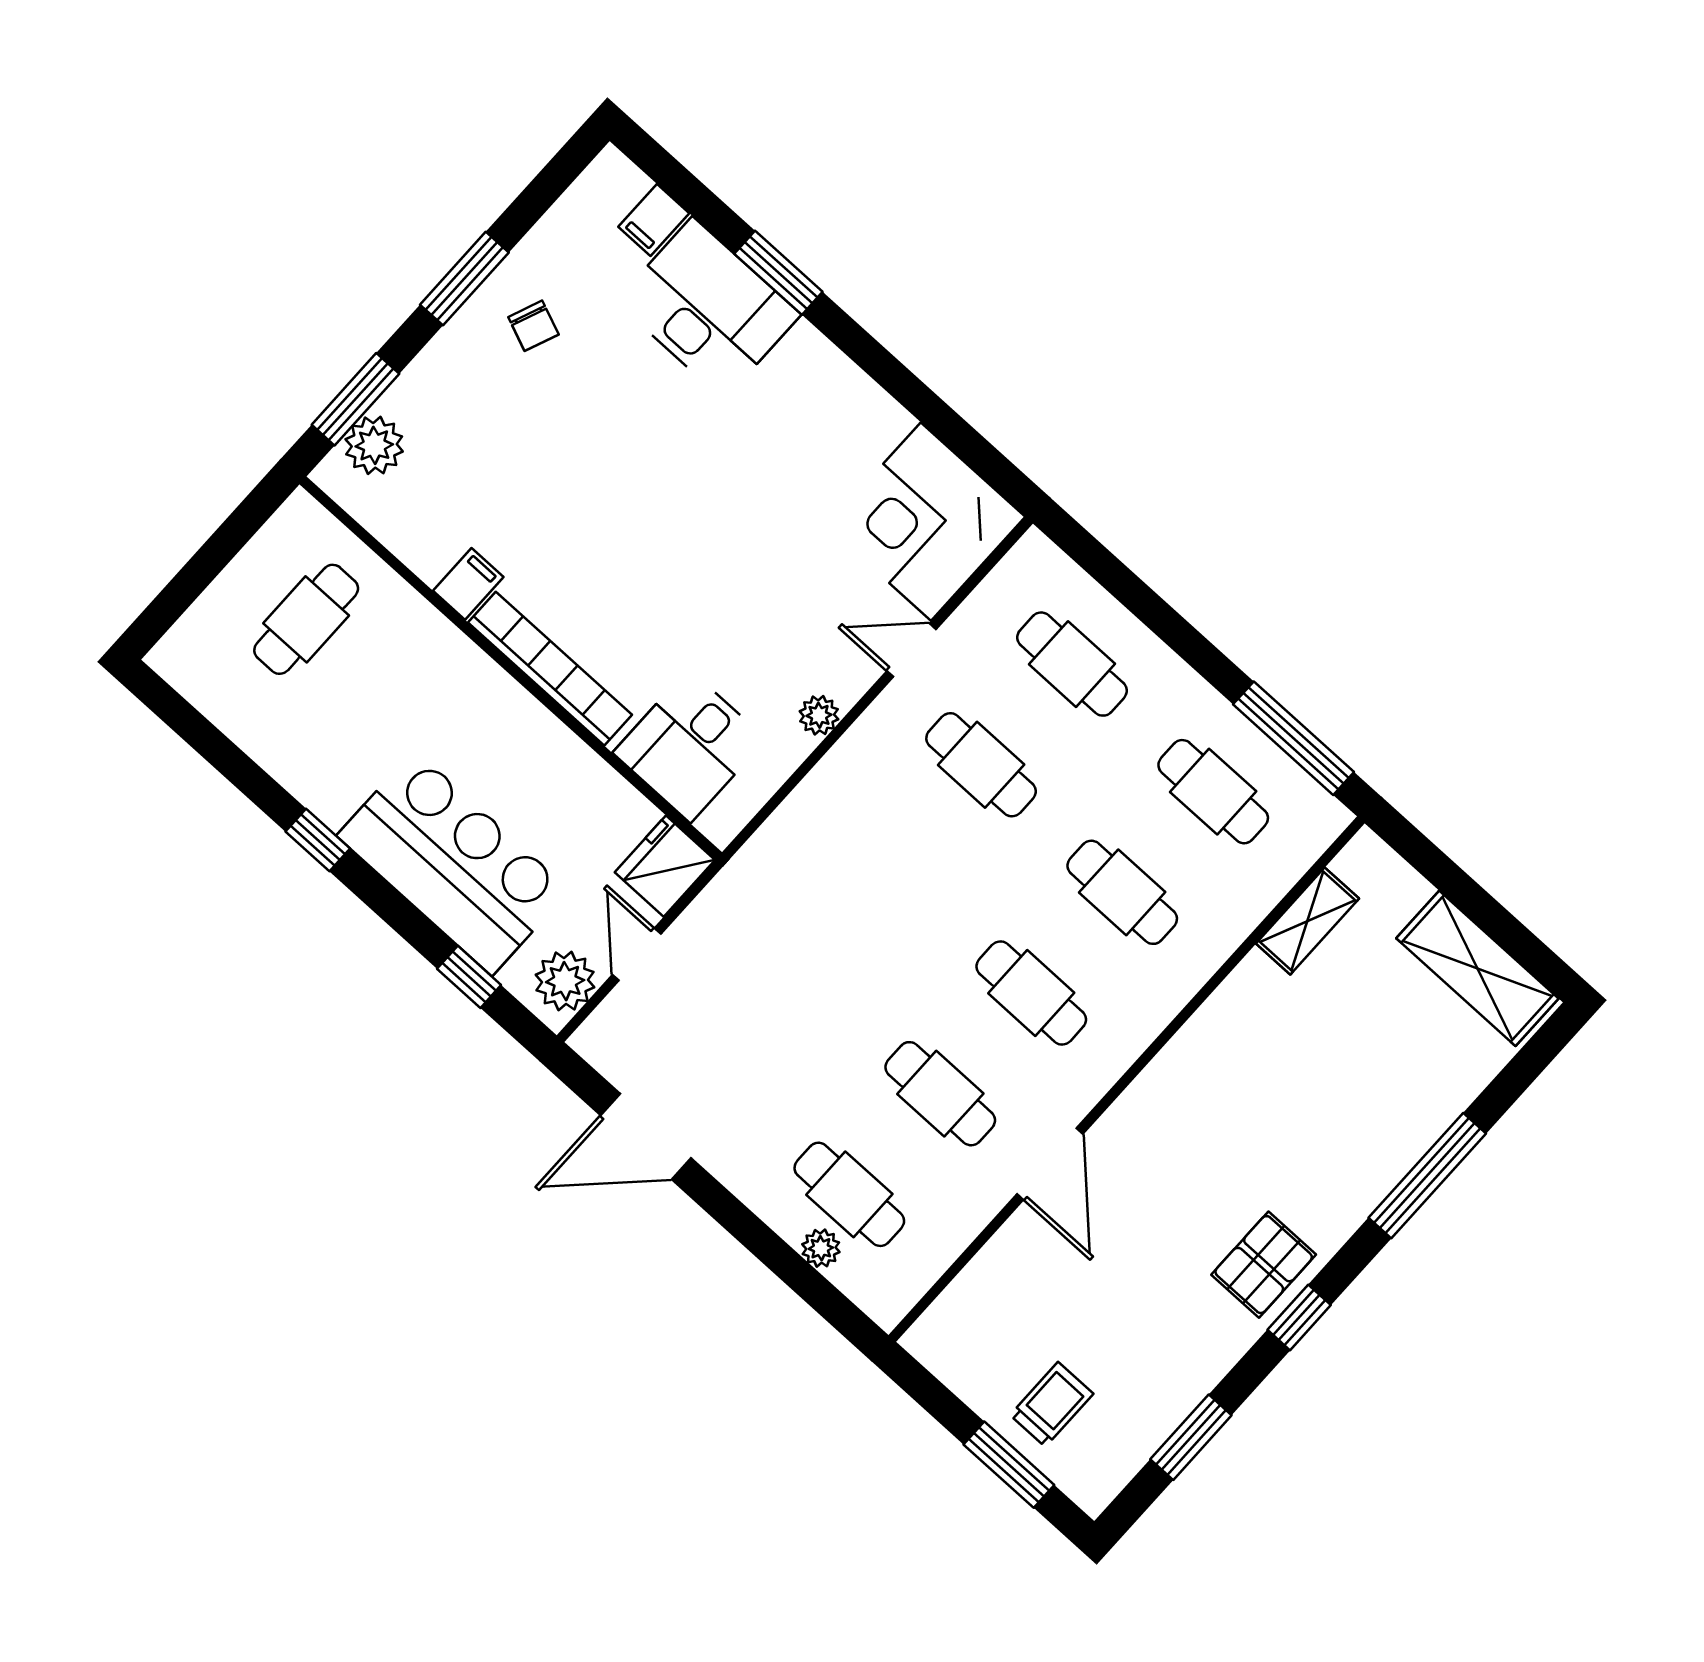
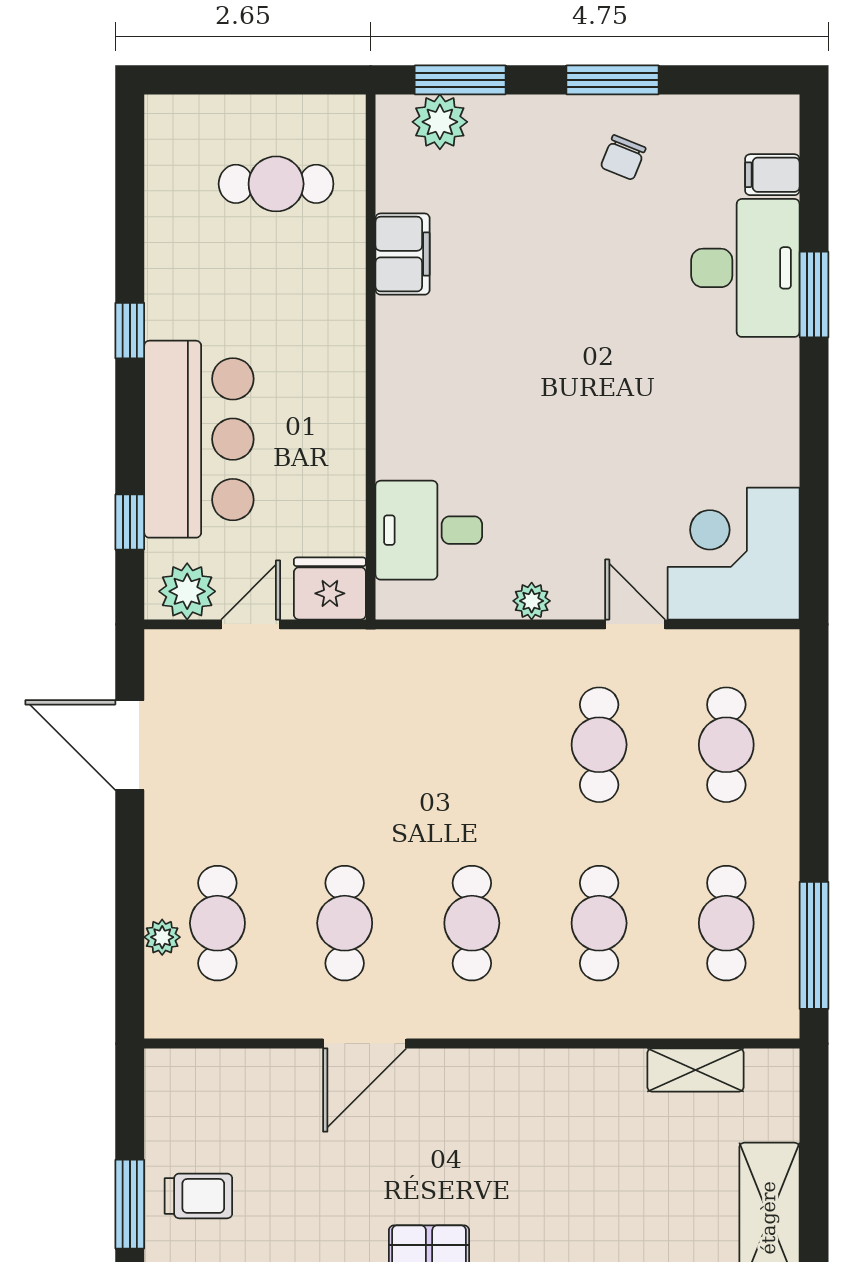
filing cabinet: (468, 584) -> (403, 254), width x2.00
bookcase: (550, 669) -> (395, 385), removed

